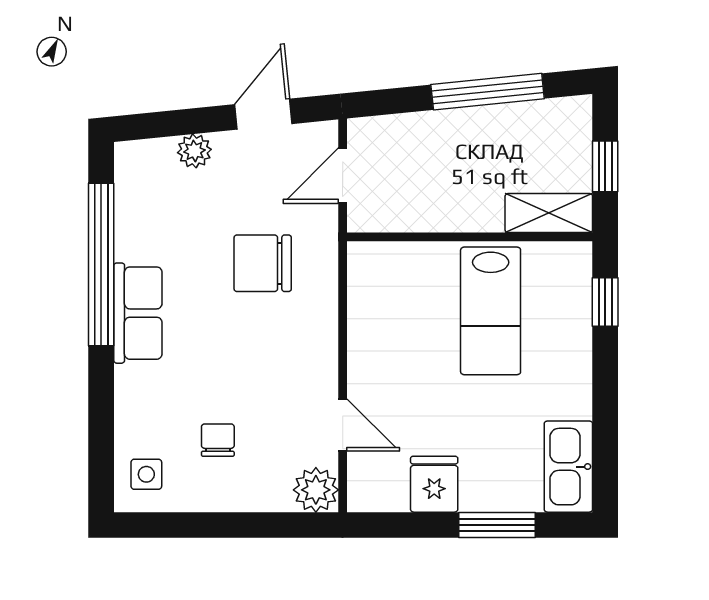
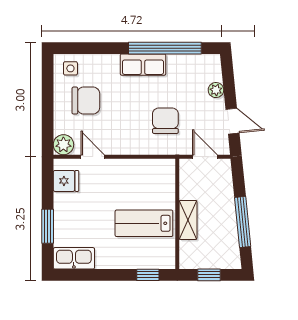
shelving: (549, 213) -> (188, 220), moved
door: (343, 425) -> (93, 157), swing flipped
chair: (218, 440) -> (86, 101), width x1.87, depth x1.87
fridge: (434, 484) -> (66, 181), moved

